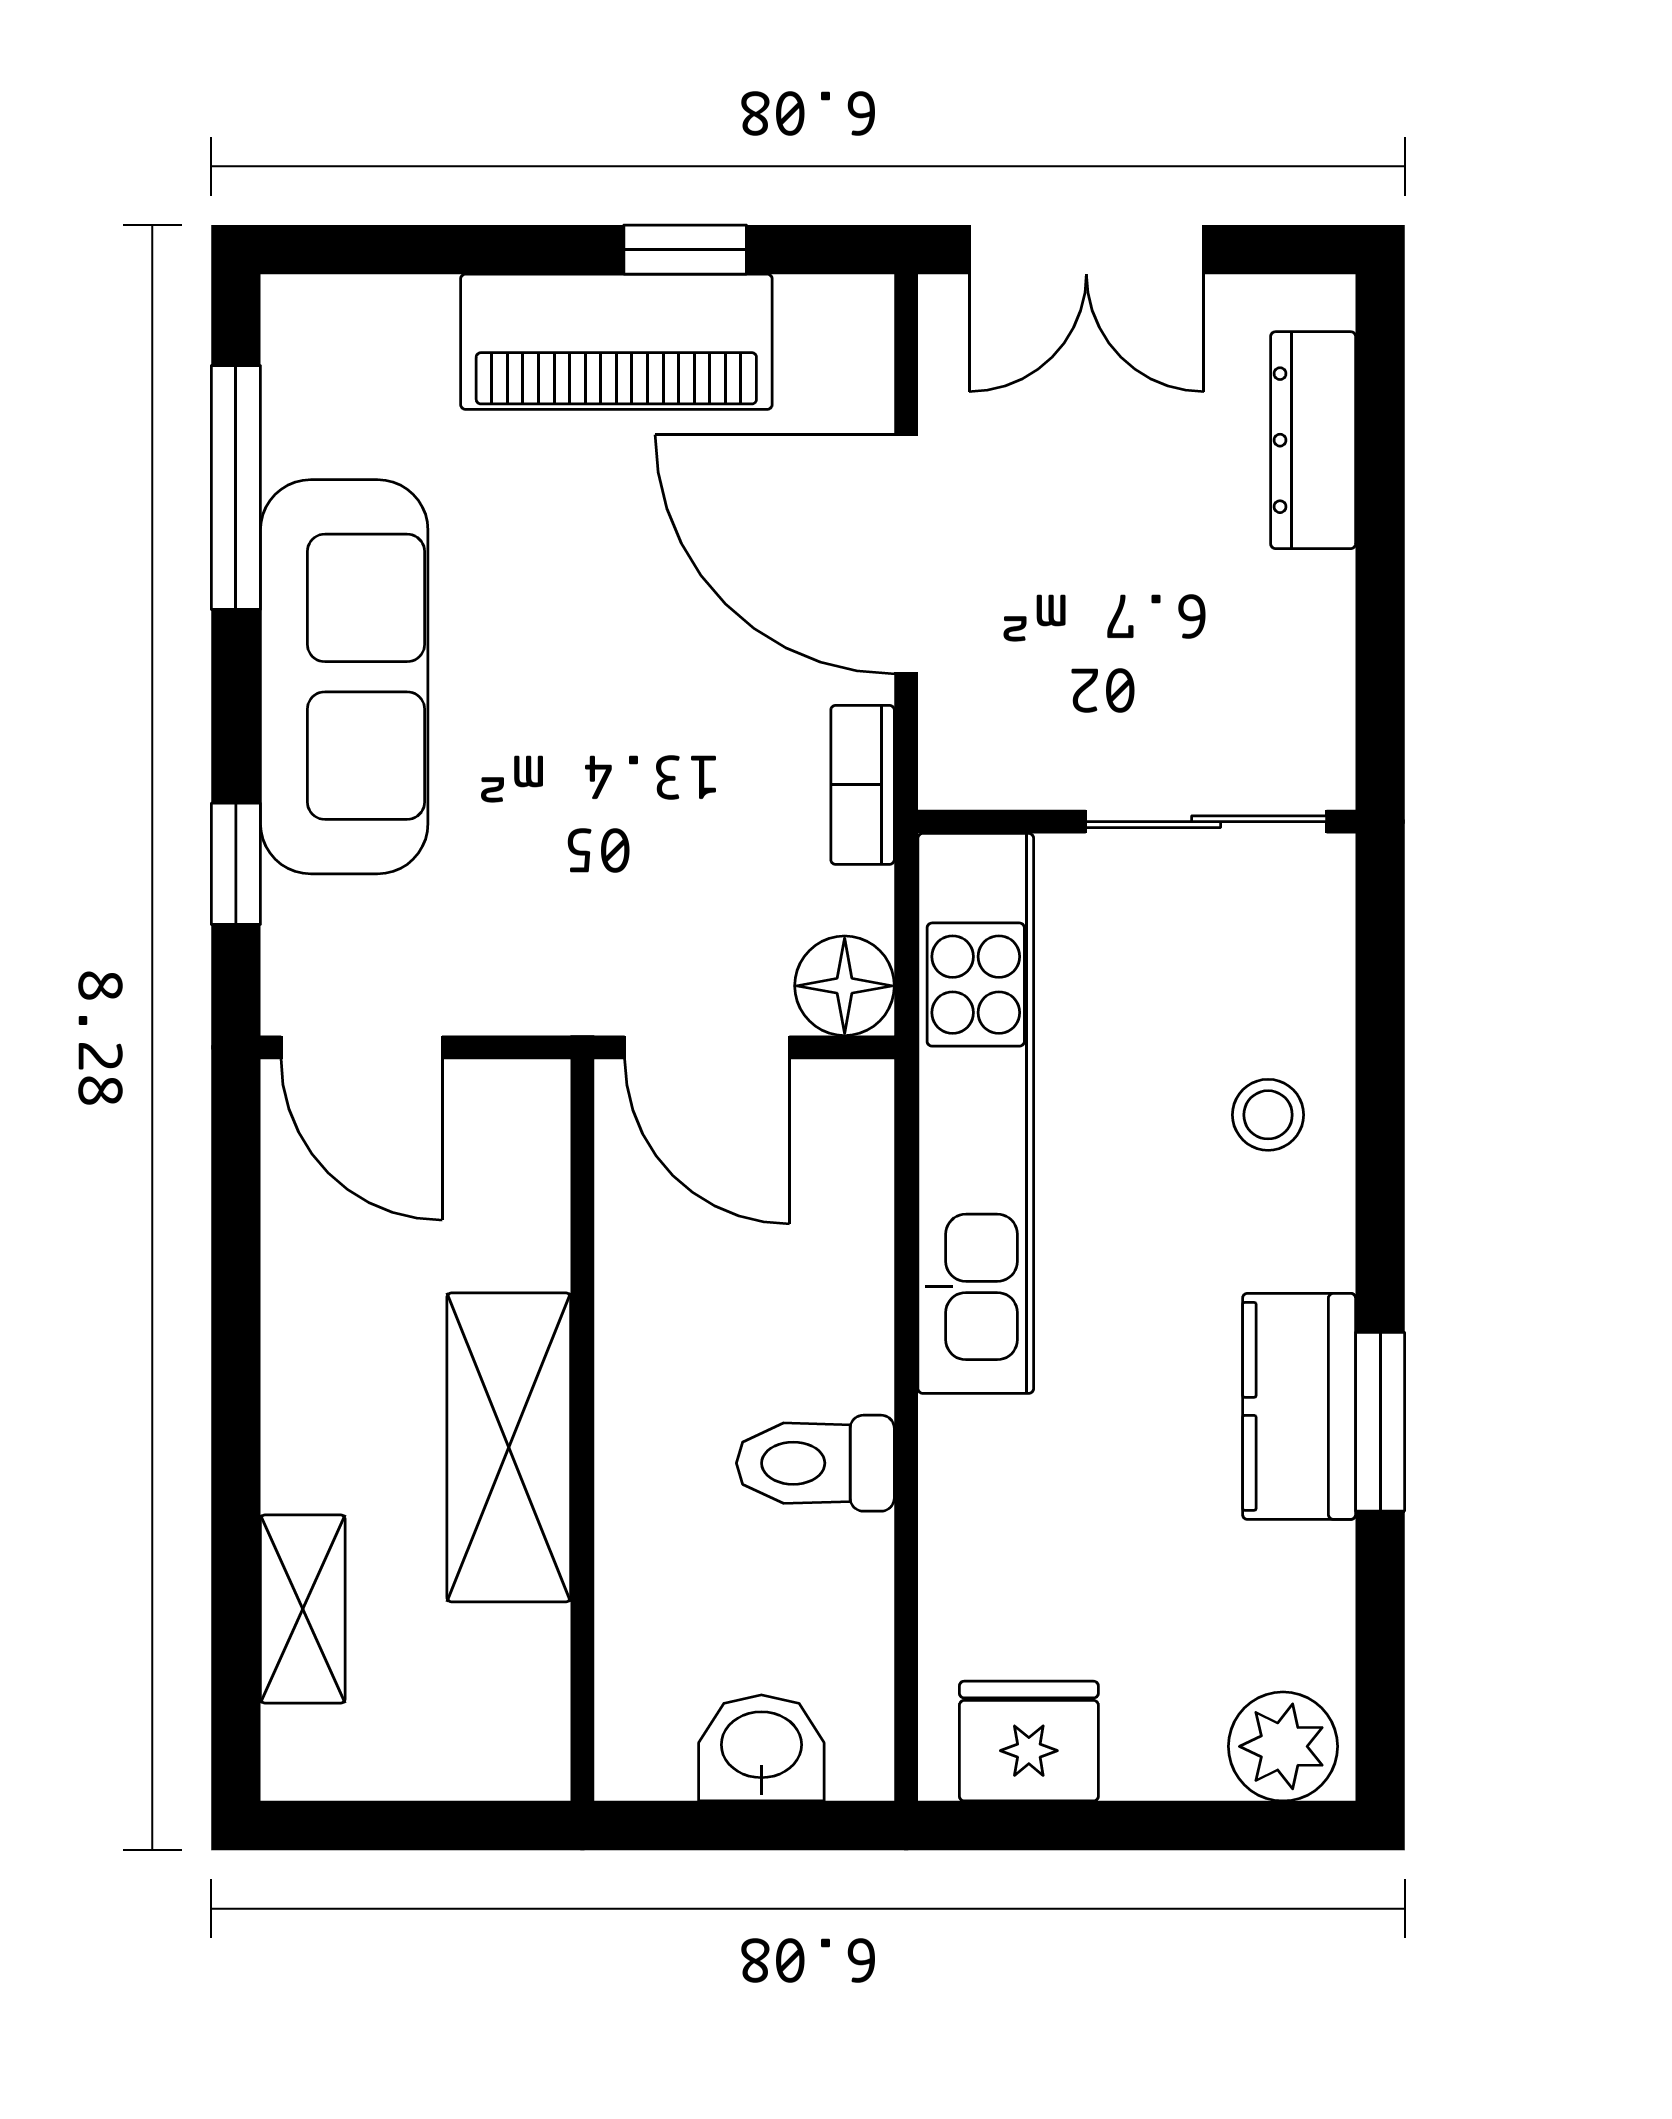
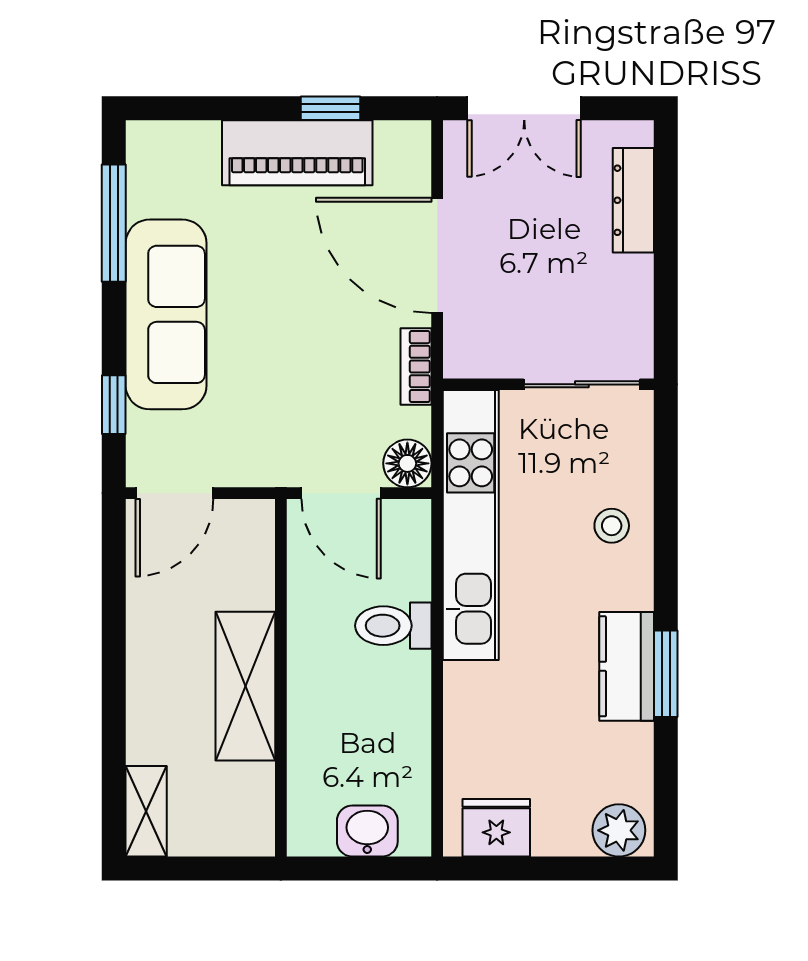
door: (362, 1047) -> (174, 493), hinge flipped
toilet: (815, 1463) -> (393, 626), moved
shelving: (303, 1609) -> (146, 811), moved

